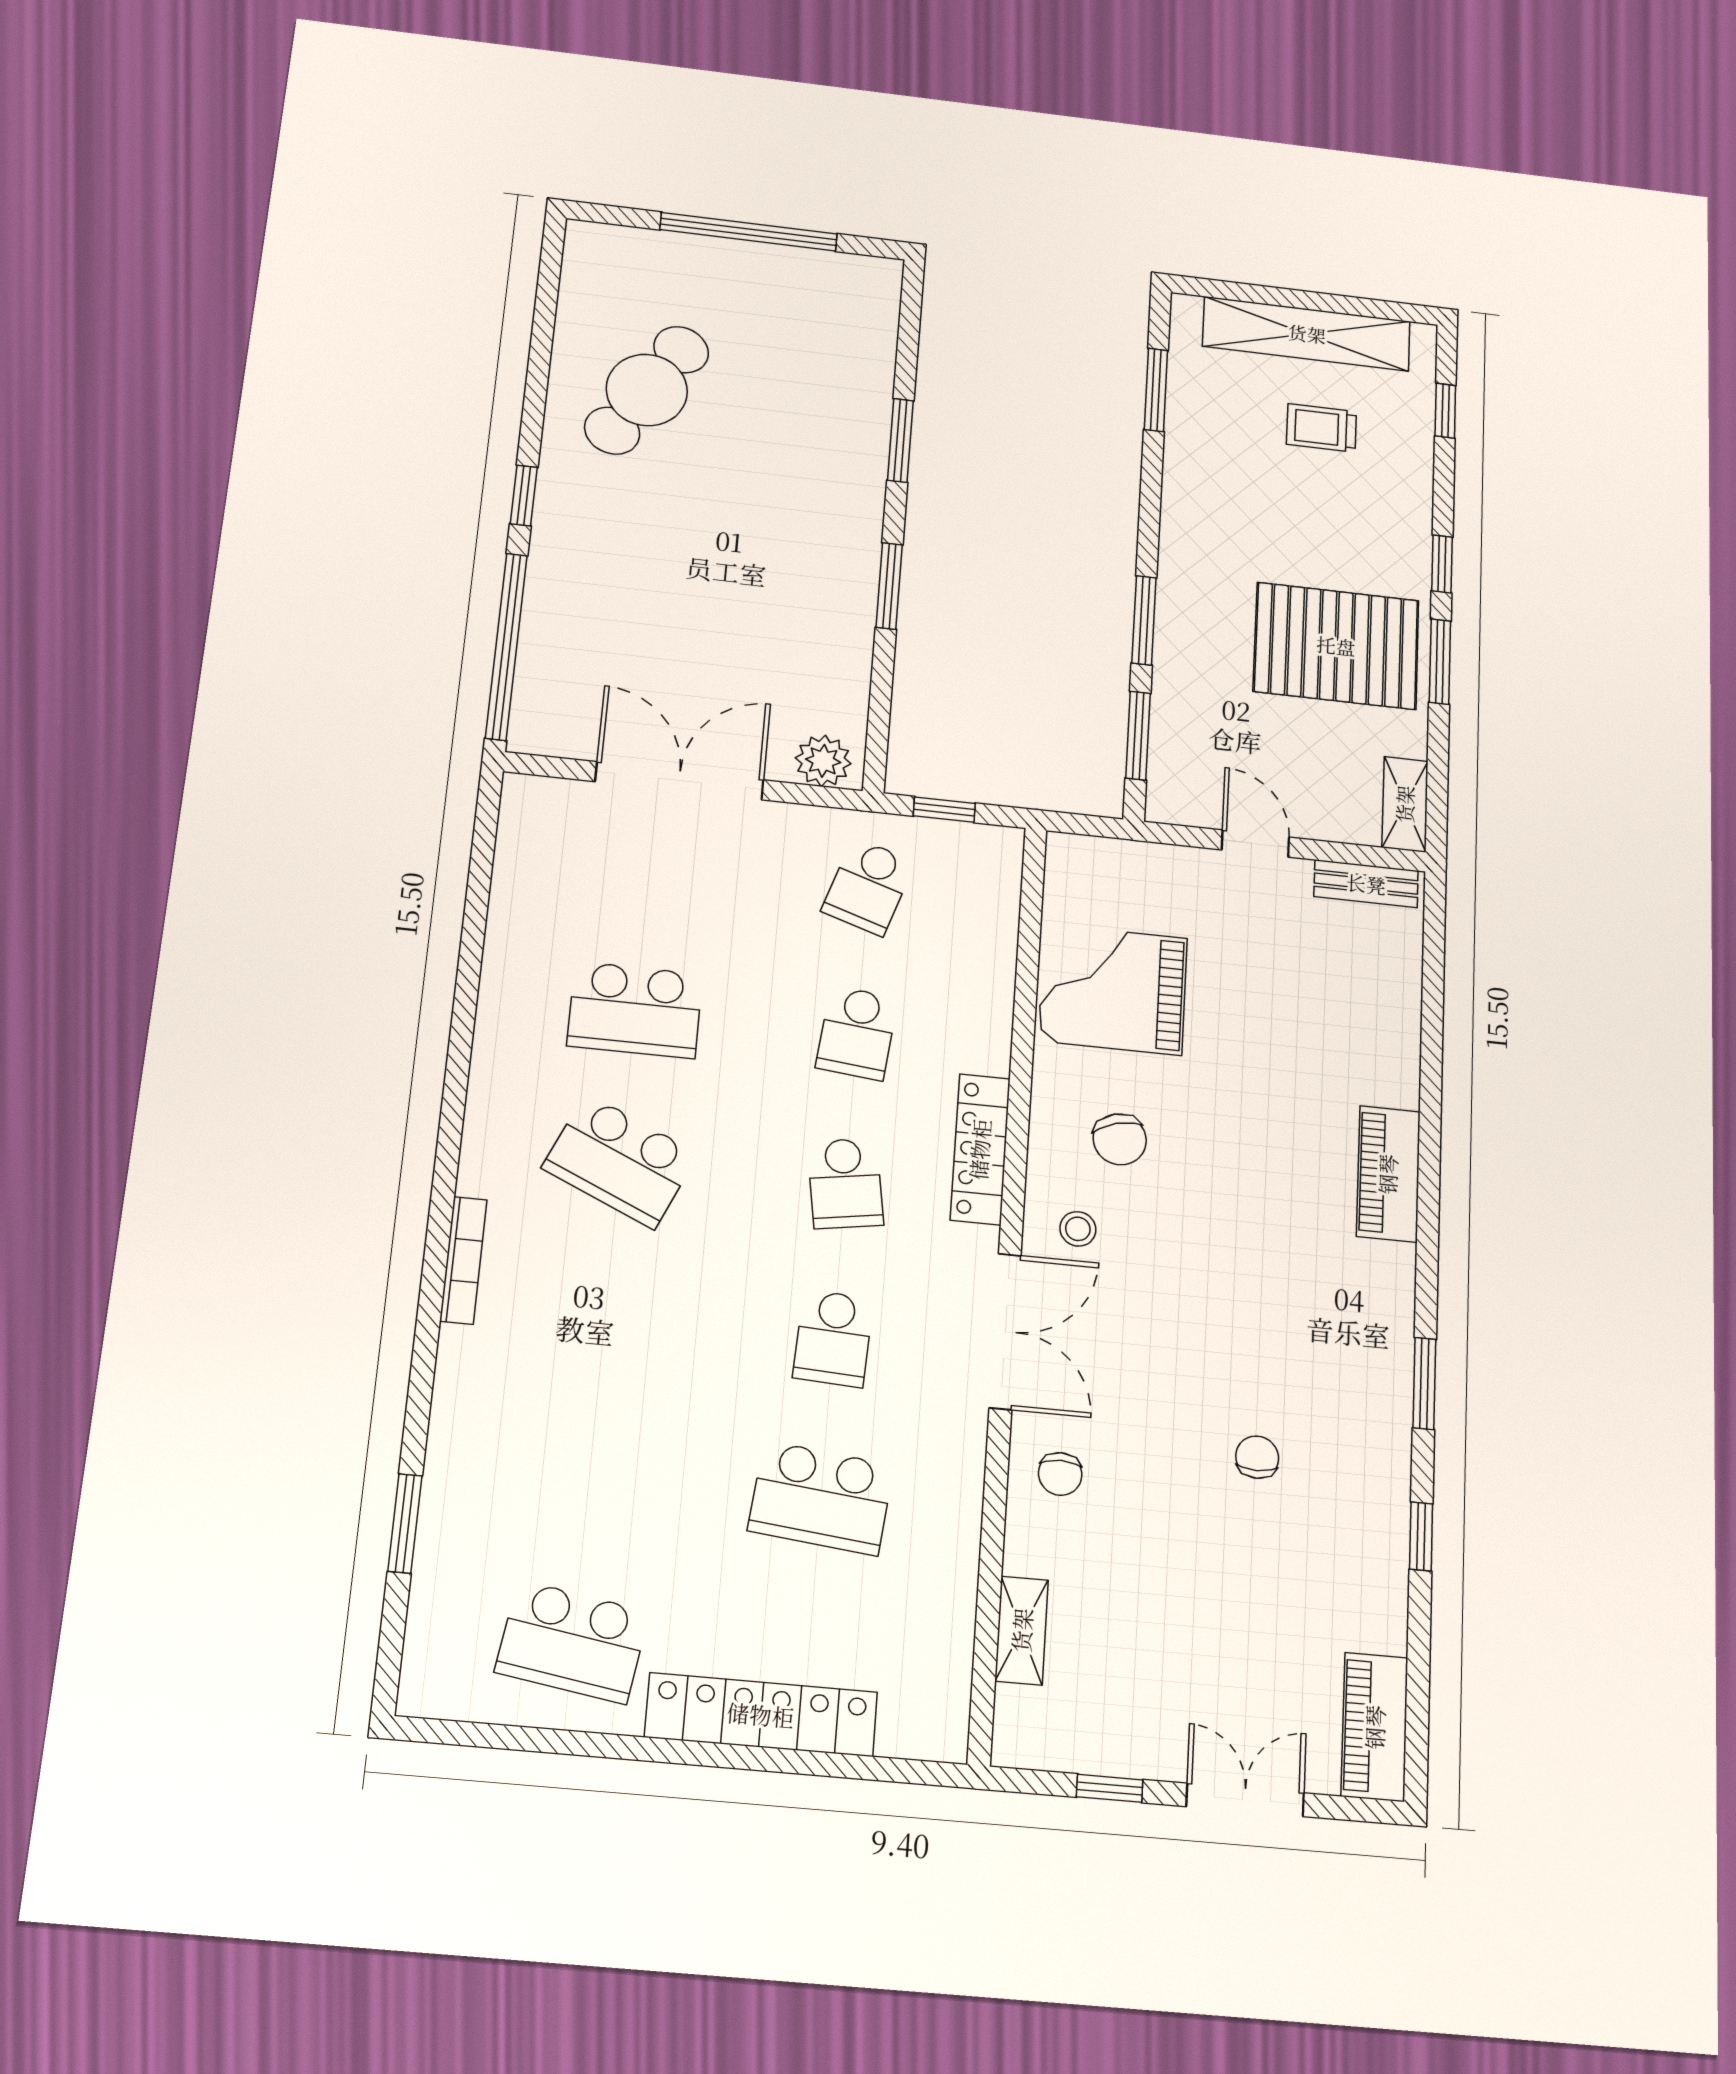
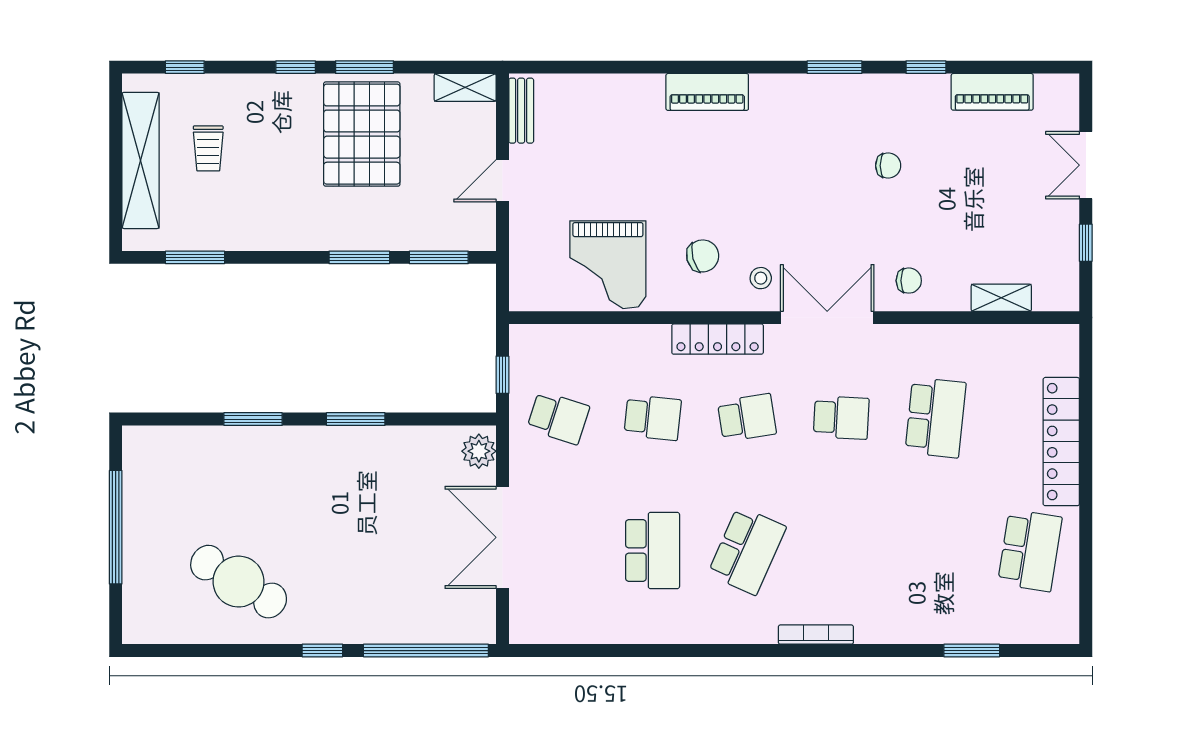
chair: (1257, 1457) -> (888, 166), turned 180
piano: (1375, 1727) -> (992, 92), moved

